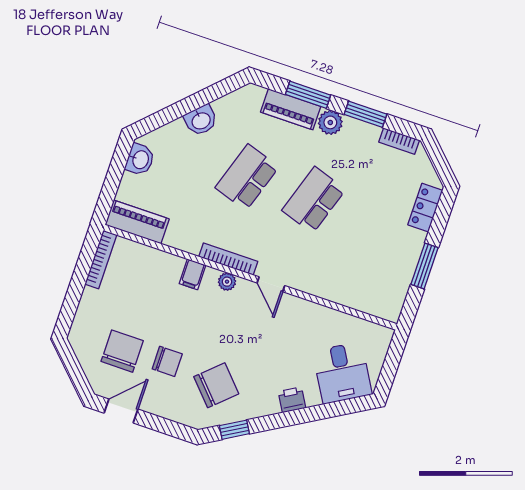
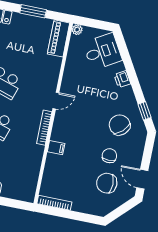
piano: (137, 222) -> (59, 38), moved
plant: (227, 282) -> (77, 30), moved

